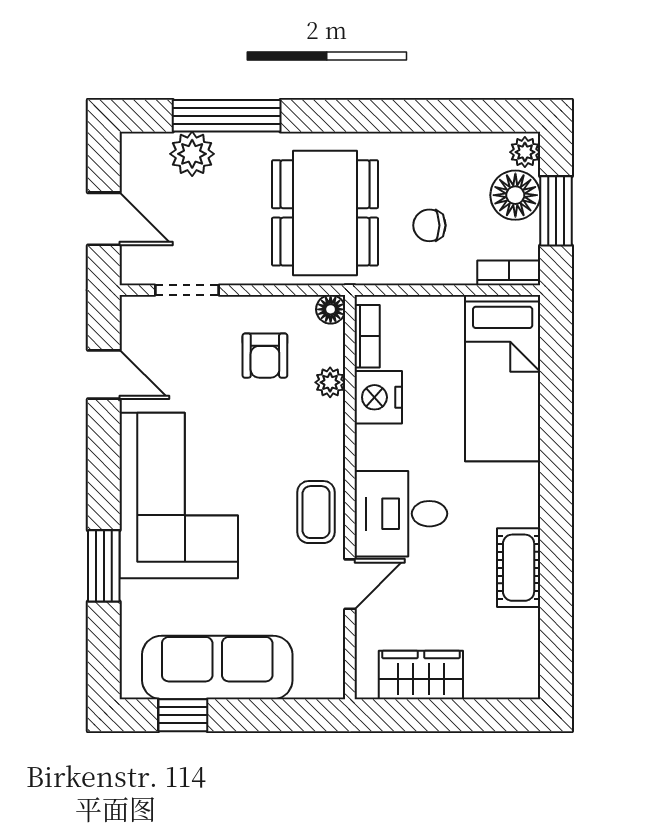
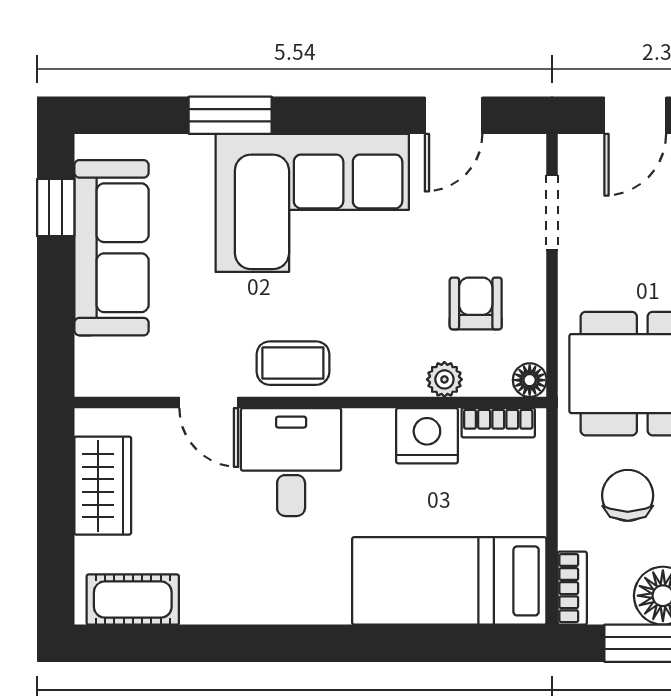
chair: (429, 225) -> (628, 495), width x1.37, depth x1.37
armchair: (265, 356) -> (476, 303), turned 90
cot: (519, 568) -> (133, 600), moved

